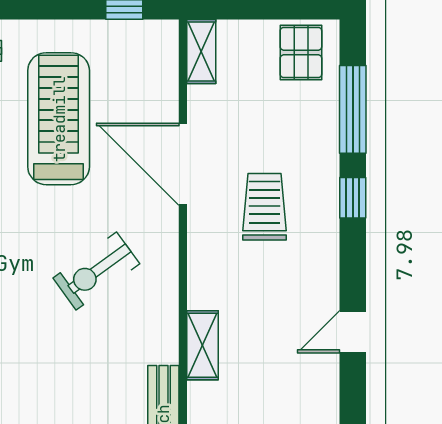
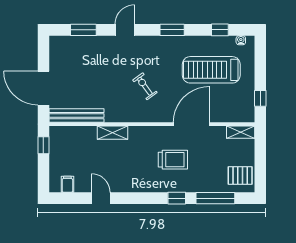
treadmill: (59, 119) -> (211, 70), turned 180
exercise bike: (96, 271) -> (145, 86), width x0.73, depth x0.72
door: (353, 332) -> (101, 198), moved

